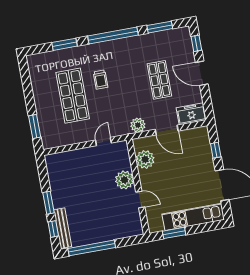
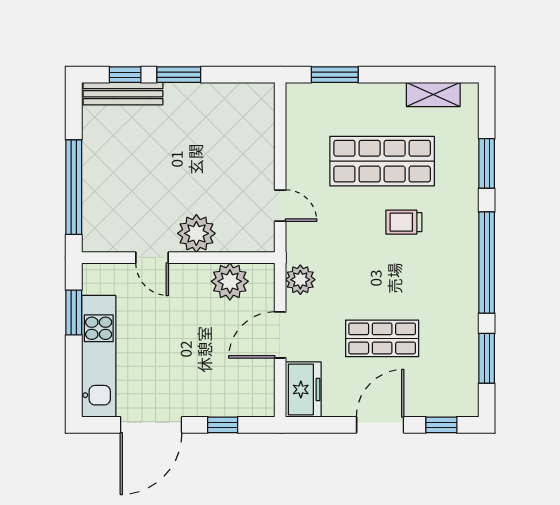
shelving: (36, 77) -> (433, 95), added
door: (140, 199) -> (152, 258), hinge flipped
window: (92, 248) -> (74, 187), moved

